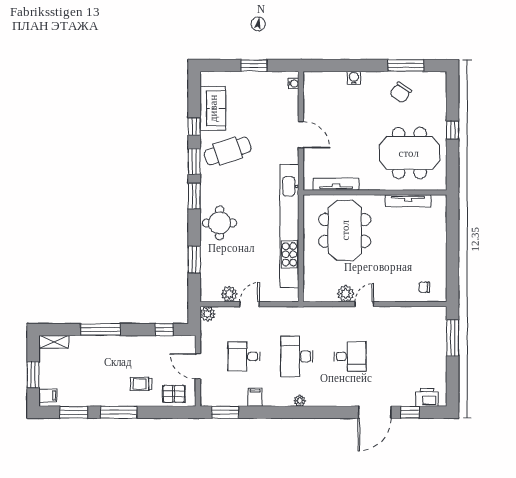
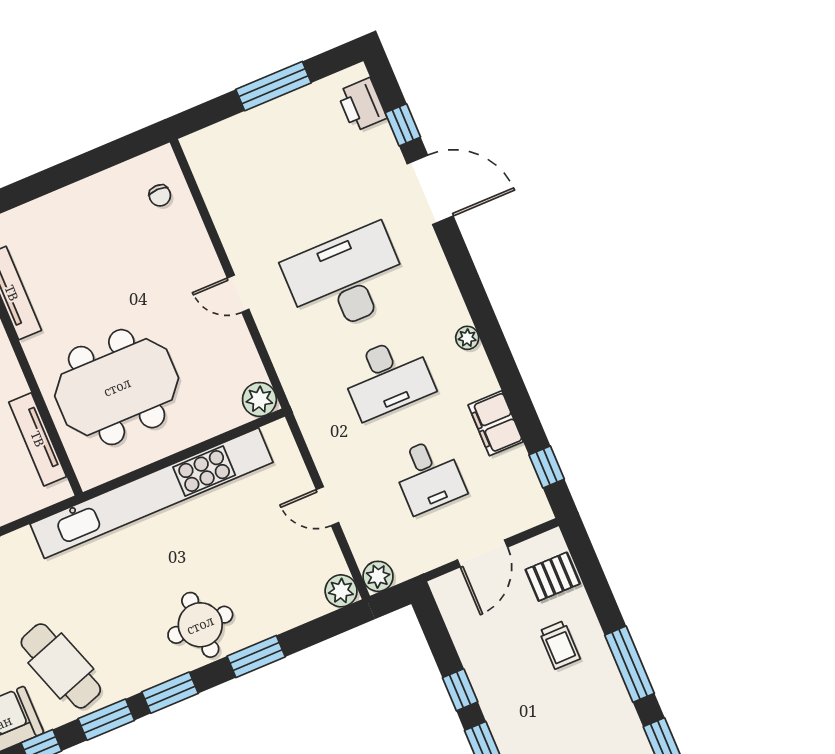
window: (194, 259) -> (256, 656), moved
plant: (229, 294) -> (341, 591), moved
plant: (346, 294) -> (259, 399), moved
window: (164, 330) -> (460, 690), moved
window: (453, 338) -> (274, 86), moved
desk: (350, 356) -> (346, 279), width x1.87, depth x1.30
pallet: (174, 394) -> (553, 577), turned 90
filing cabinet: (255, 397) -> (496, 423), width x2.00
window: (225, 412) -> (547, 467), width x0.67

